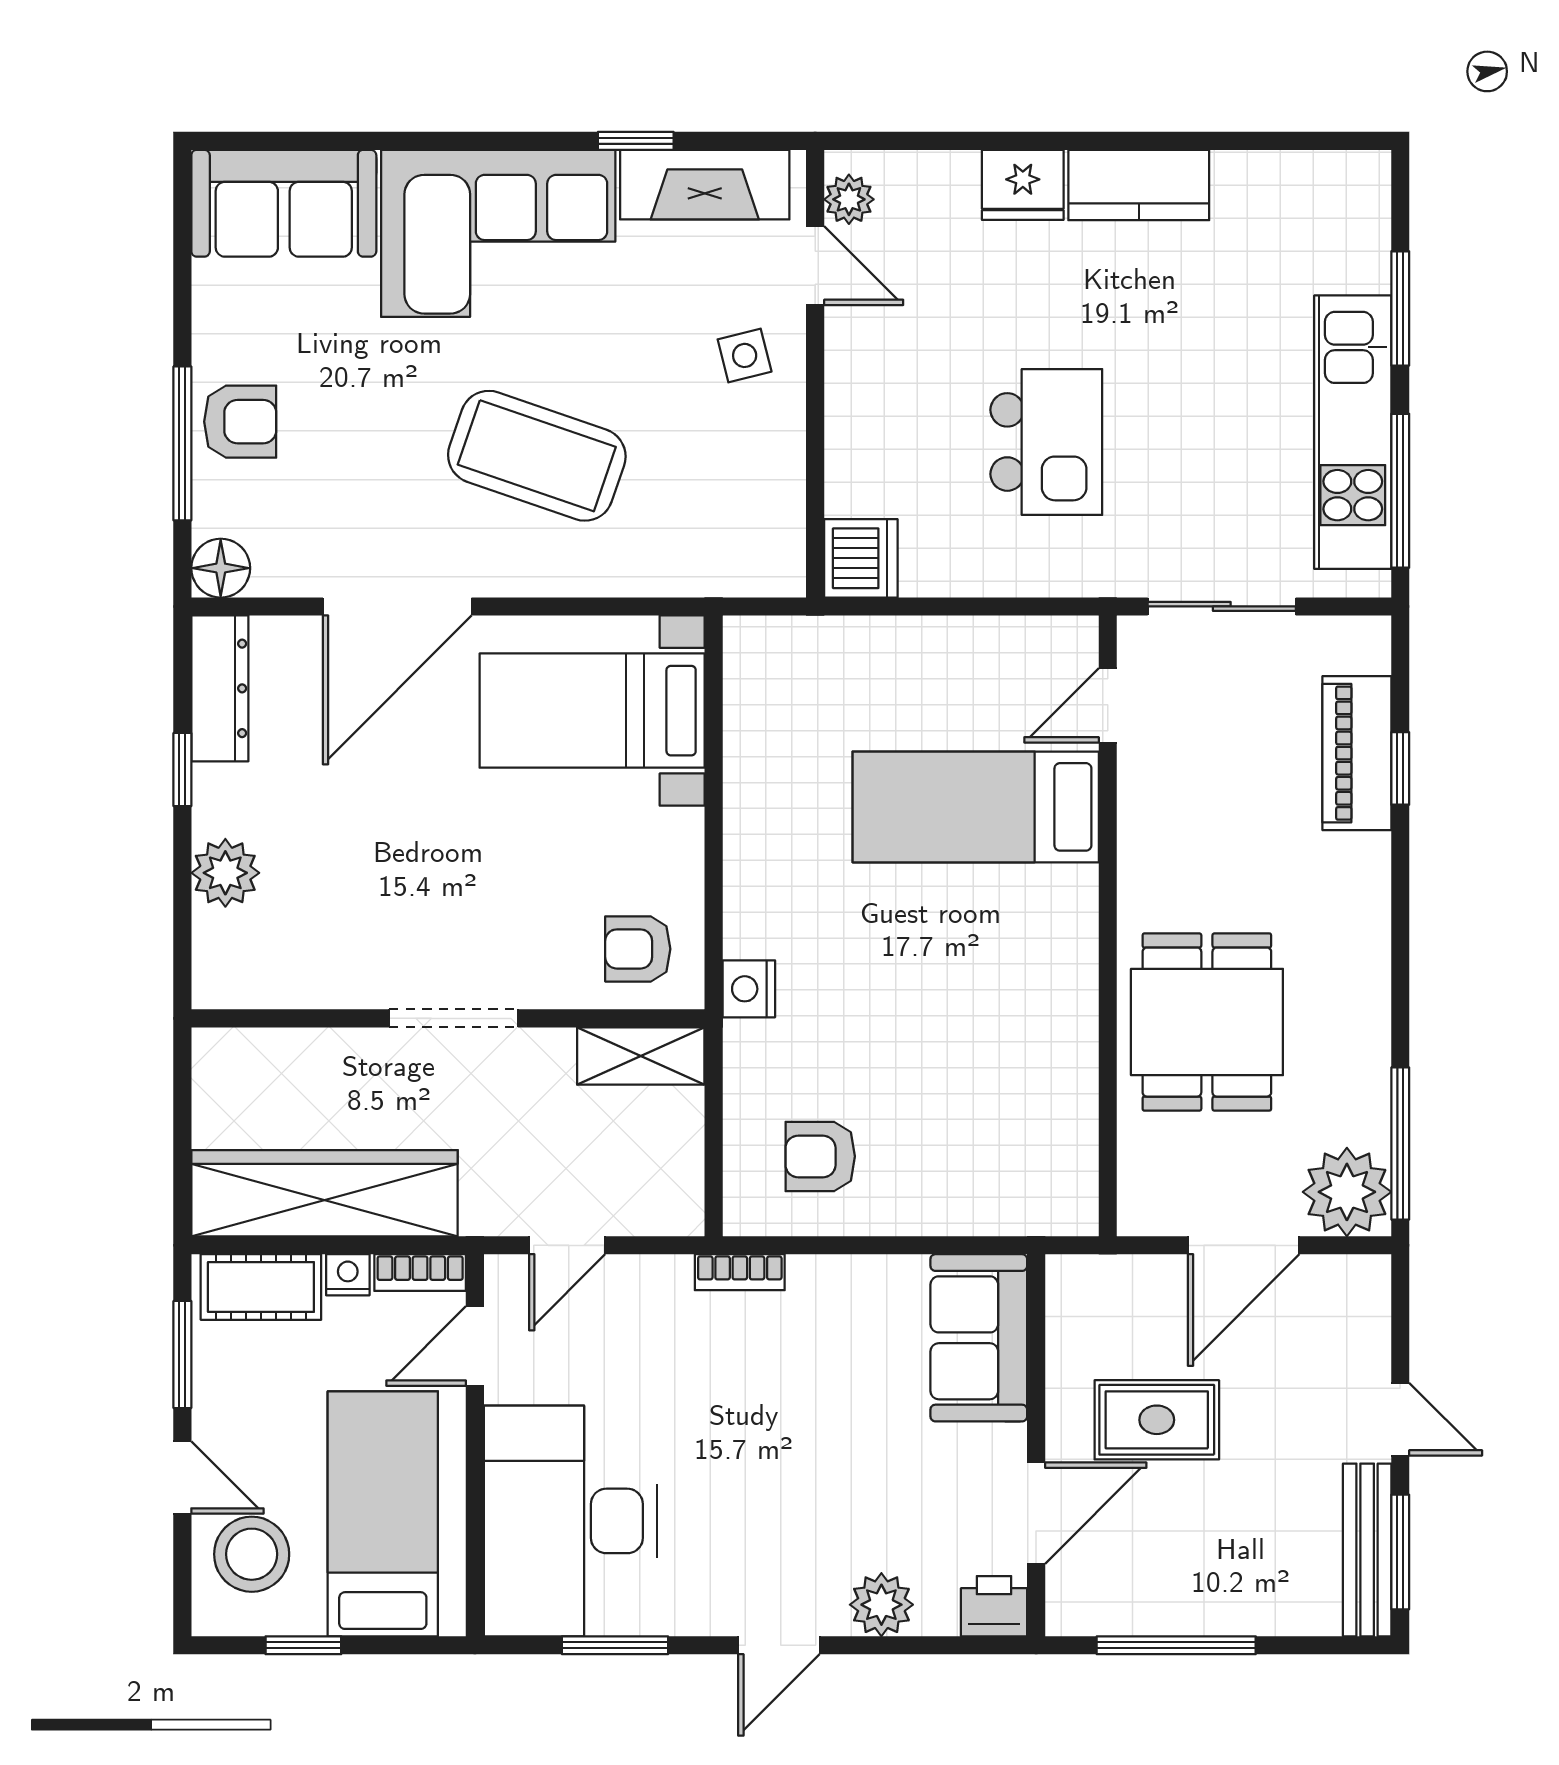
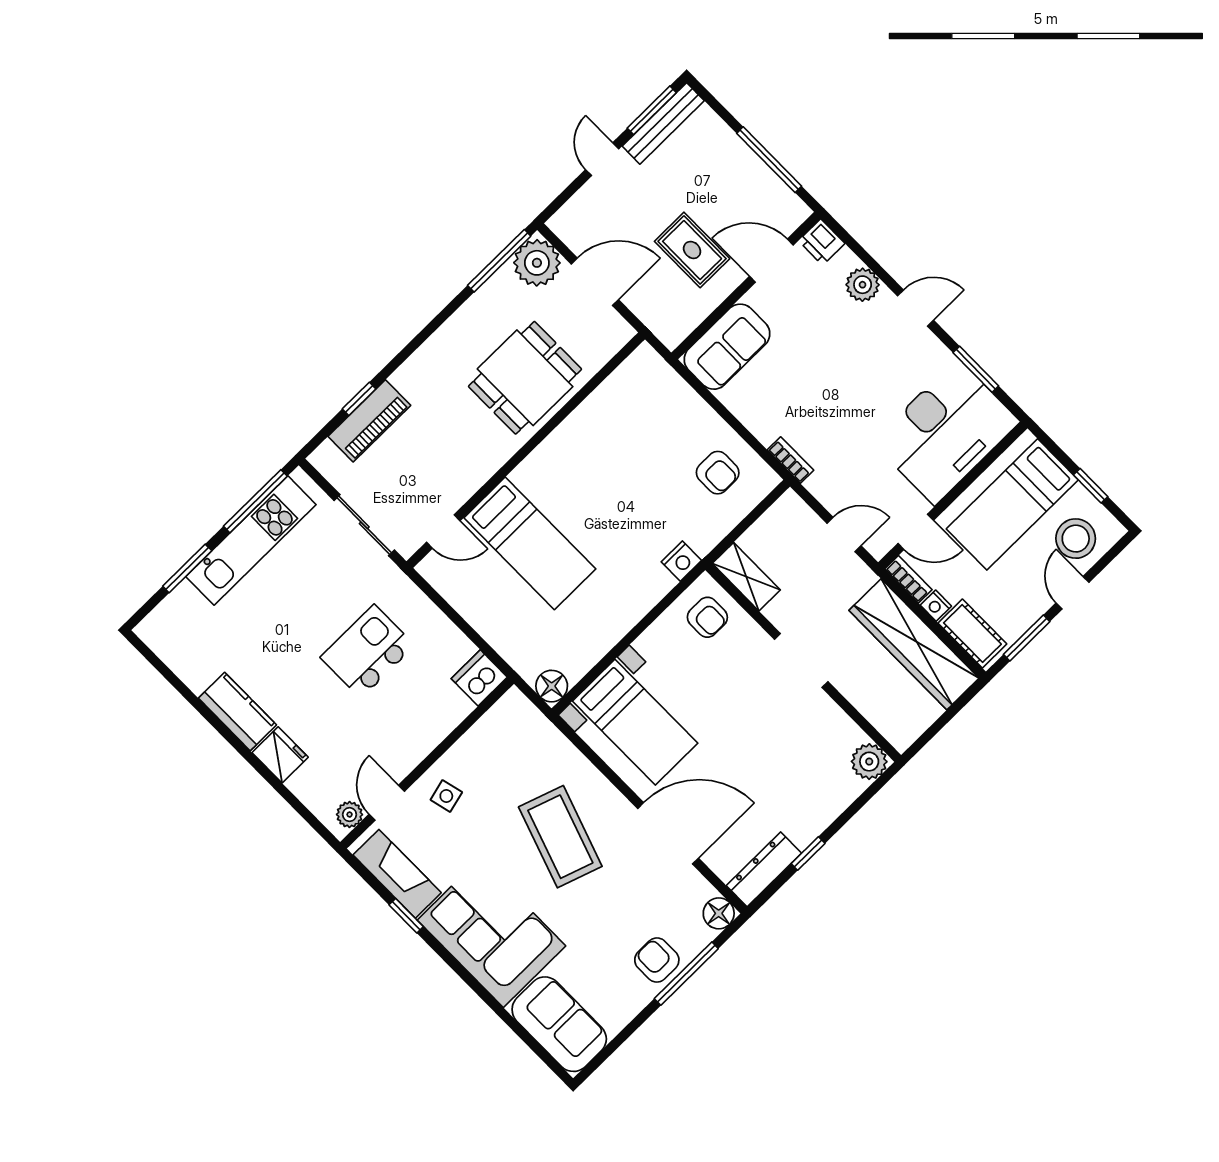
floor lamp: (753, 646) -> (552, 686), added
plant: (225, 873) -> (869, 762), moved

